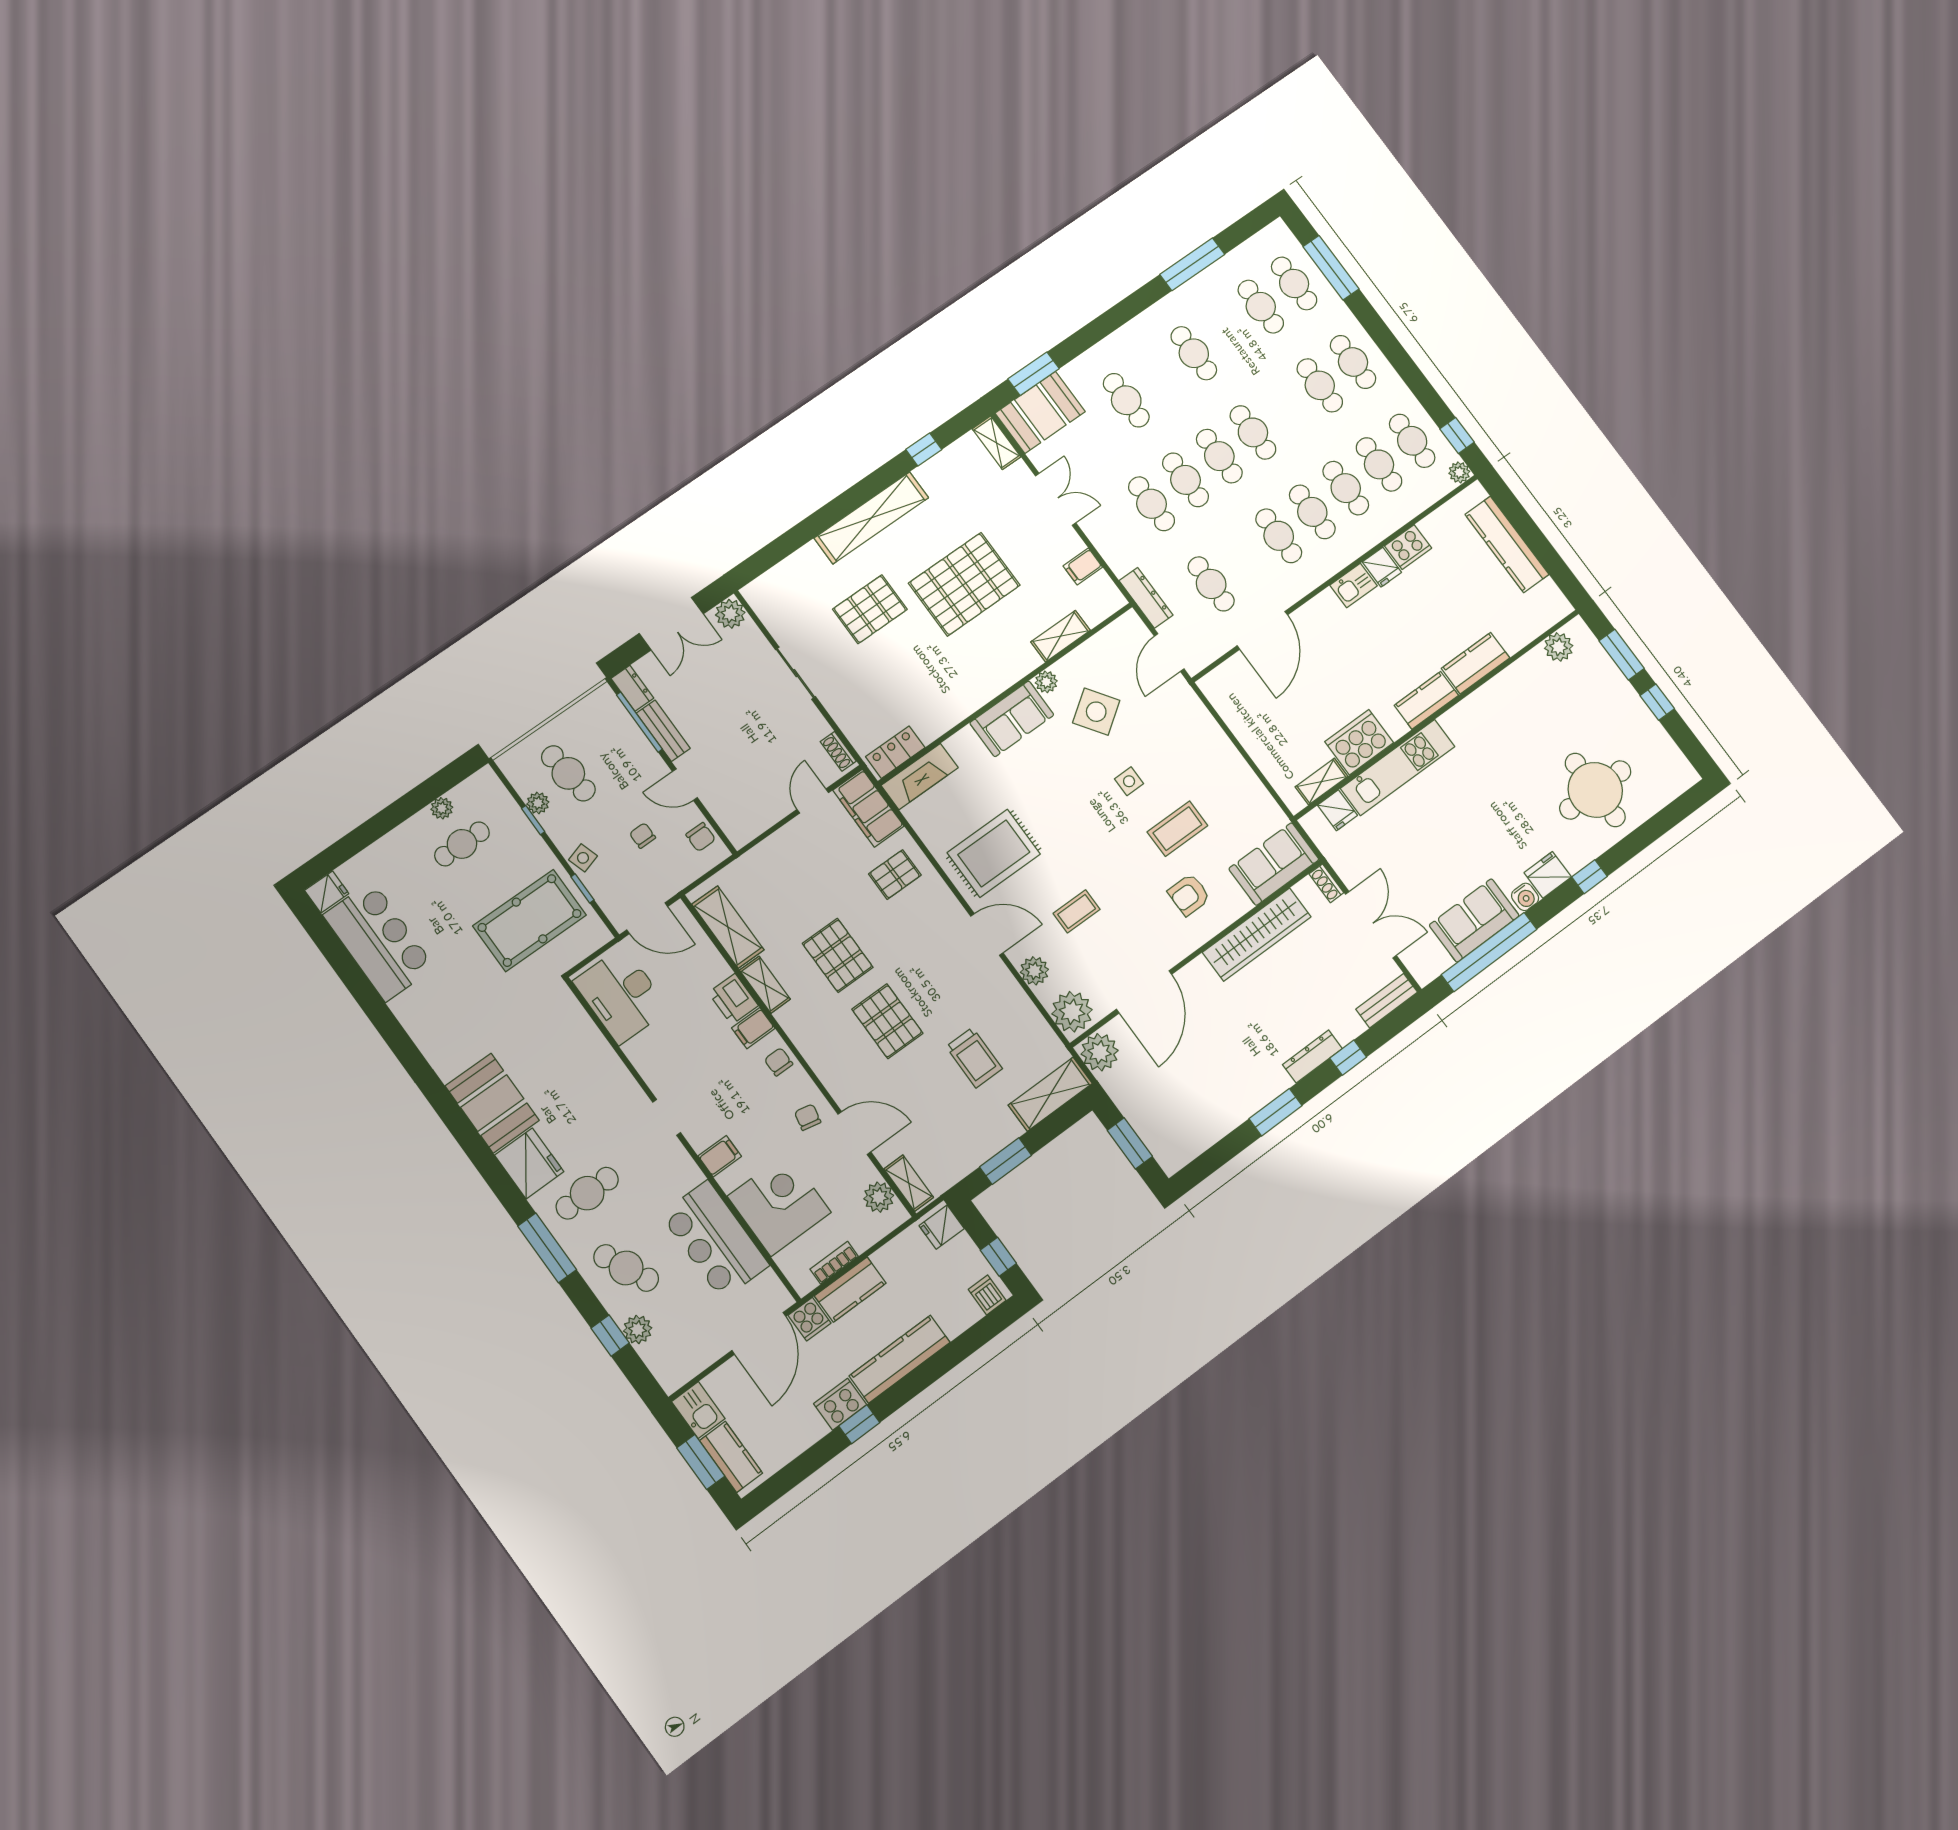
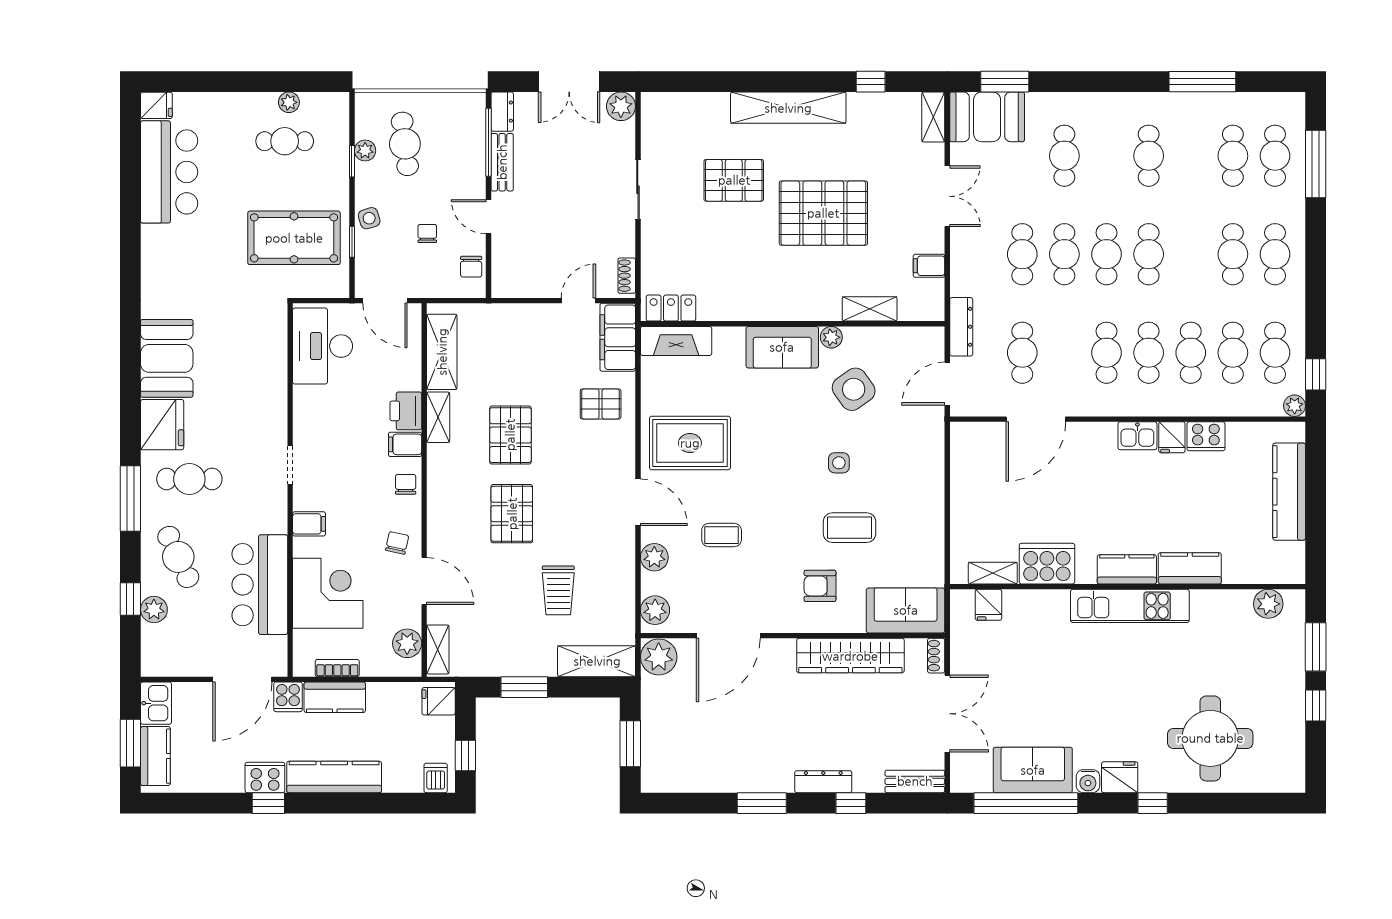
kitchen unit: (1398, 767) -> (1130, 606), moved
plant: (1072, 1012) -> (655, 610), width x0.73, depth x0.73

